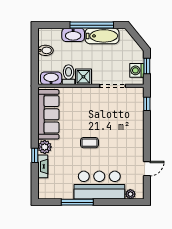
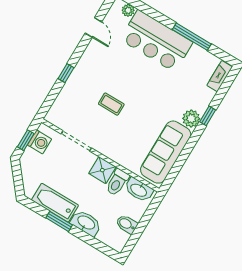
window: (92, 25) -> (59, 221), width x0.47
window: (147, 104) -> (66, 73), moved
coffee table: (89, 143) -> (111, 104), moved
fireplace: (43, 166) -> (220, 76), moved
door: (147, 169) -> (93, 28), swing flipped

